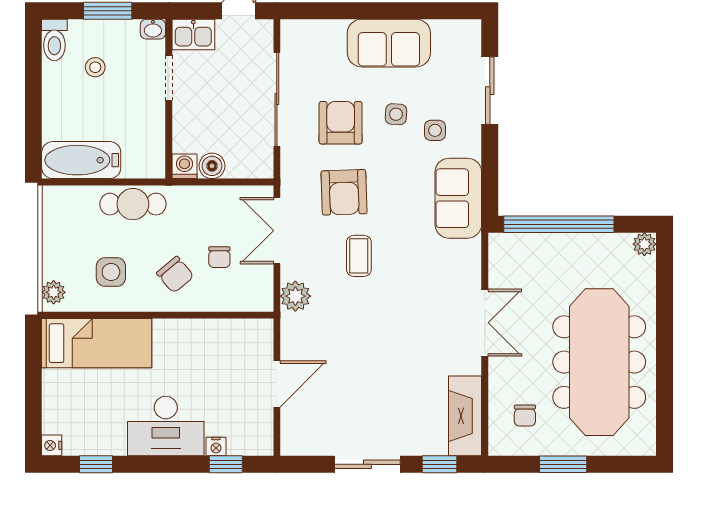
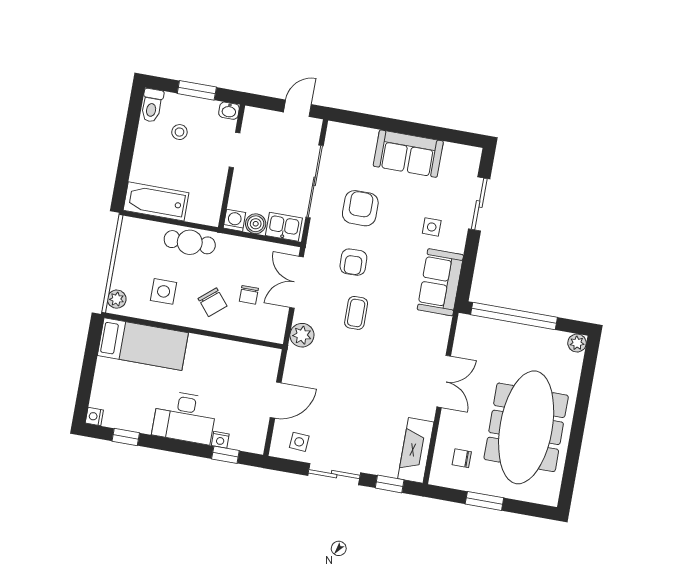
kitchen sink: (193, 34) -> (284, 227), moved, turned 180
side table: (396, 114) -> (299, 442), moved
armchair: (344, 192) -> (353, 262), width x0.72, depth x0.72
chair: (525, 416) -> (462, 458), turned 90

